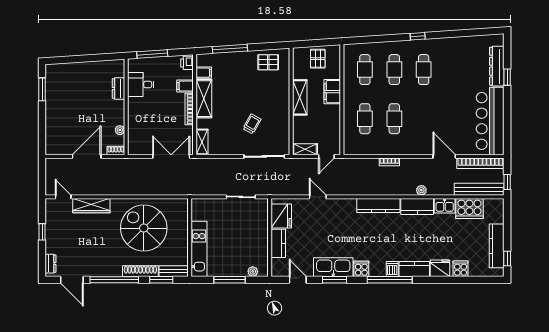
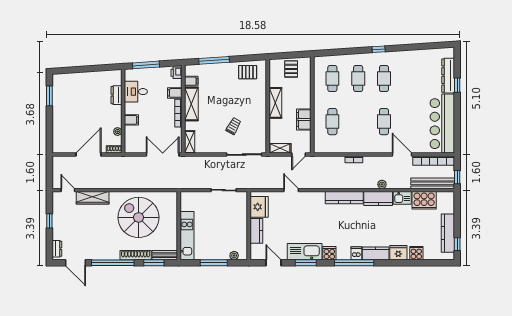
filing cabinet: (332, 92) -> (304, 119), moved
filing cabinet: (136, 117) -> (131, 120), added
cafe table: (394, 119) -> (384, 122), moved

